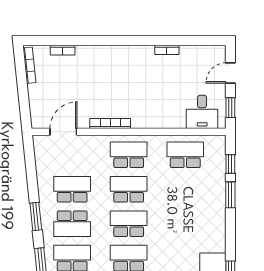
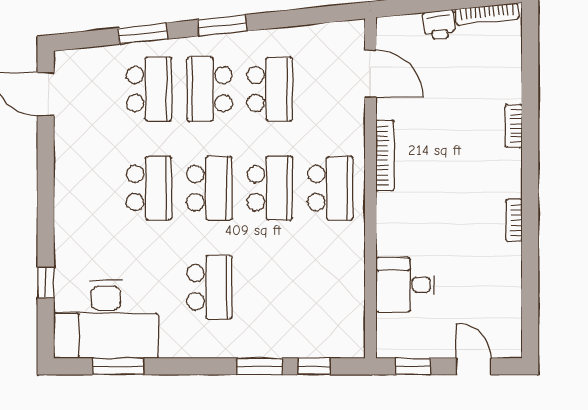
bookcase: (63, 50) -> (514, 126), moved
bookcase: (167, 50) -> (514, 220), moved
printer: (36, 93) -> (439, 25), added
desk: (202, 112) -> (405, 285), moved
school desk: (185, 155) -> (209, 287), moved

